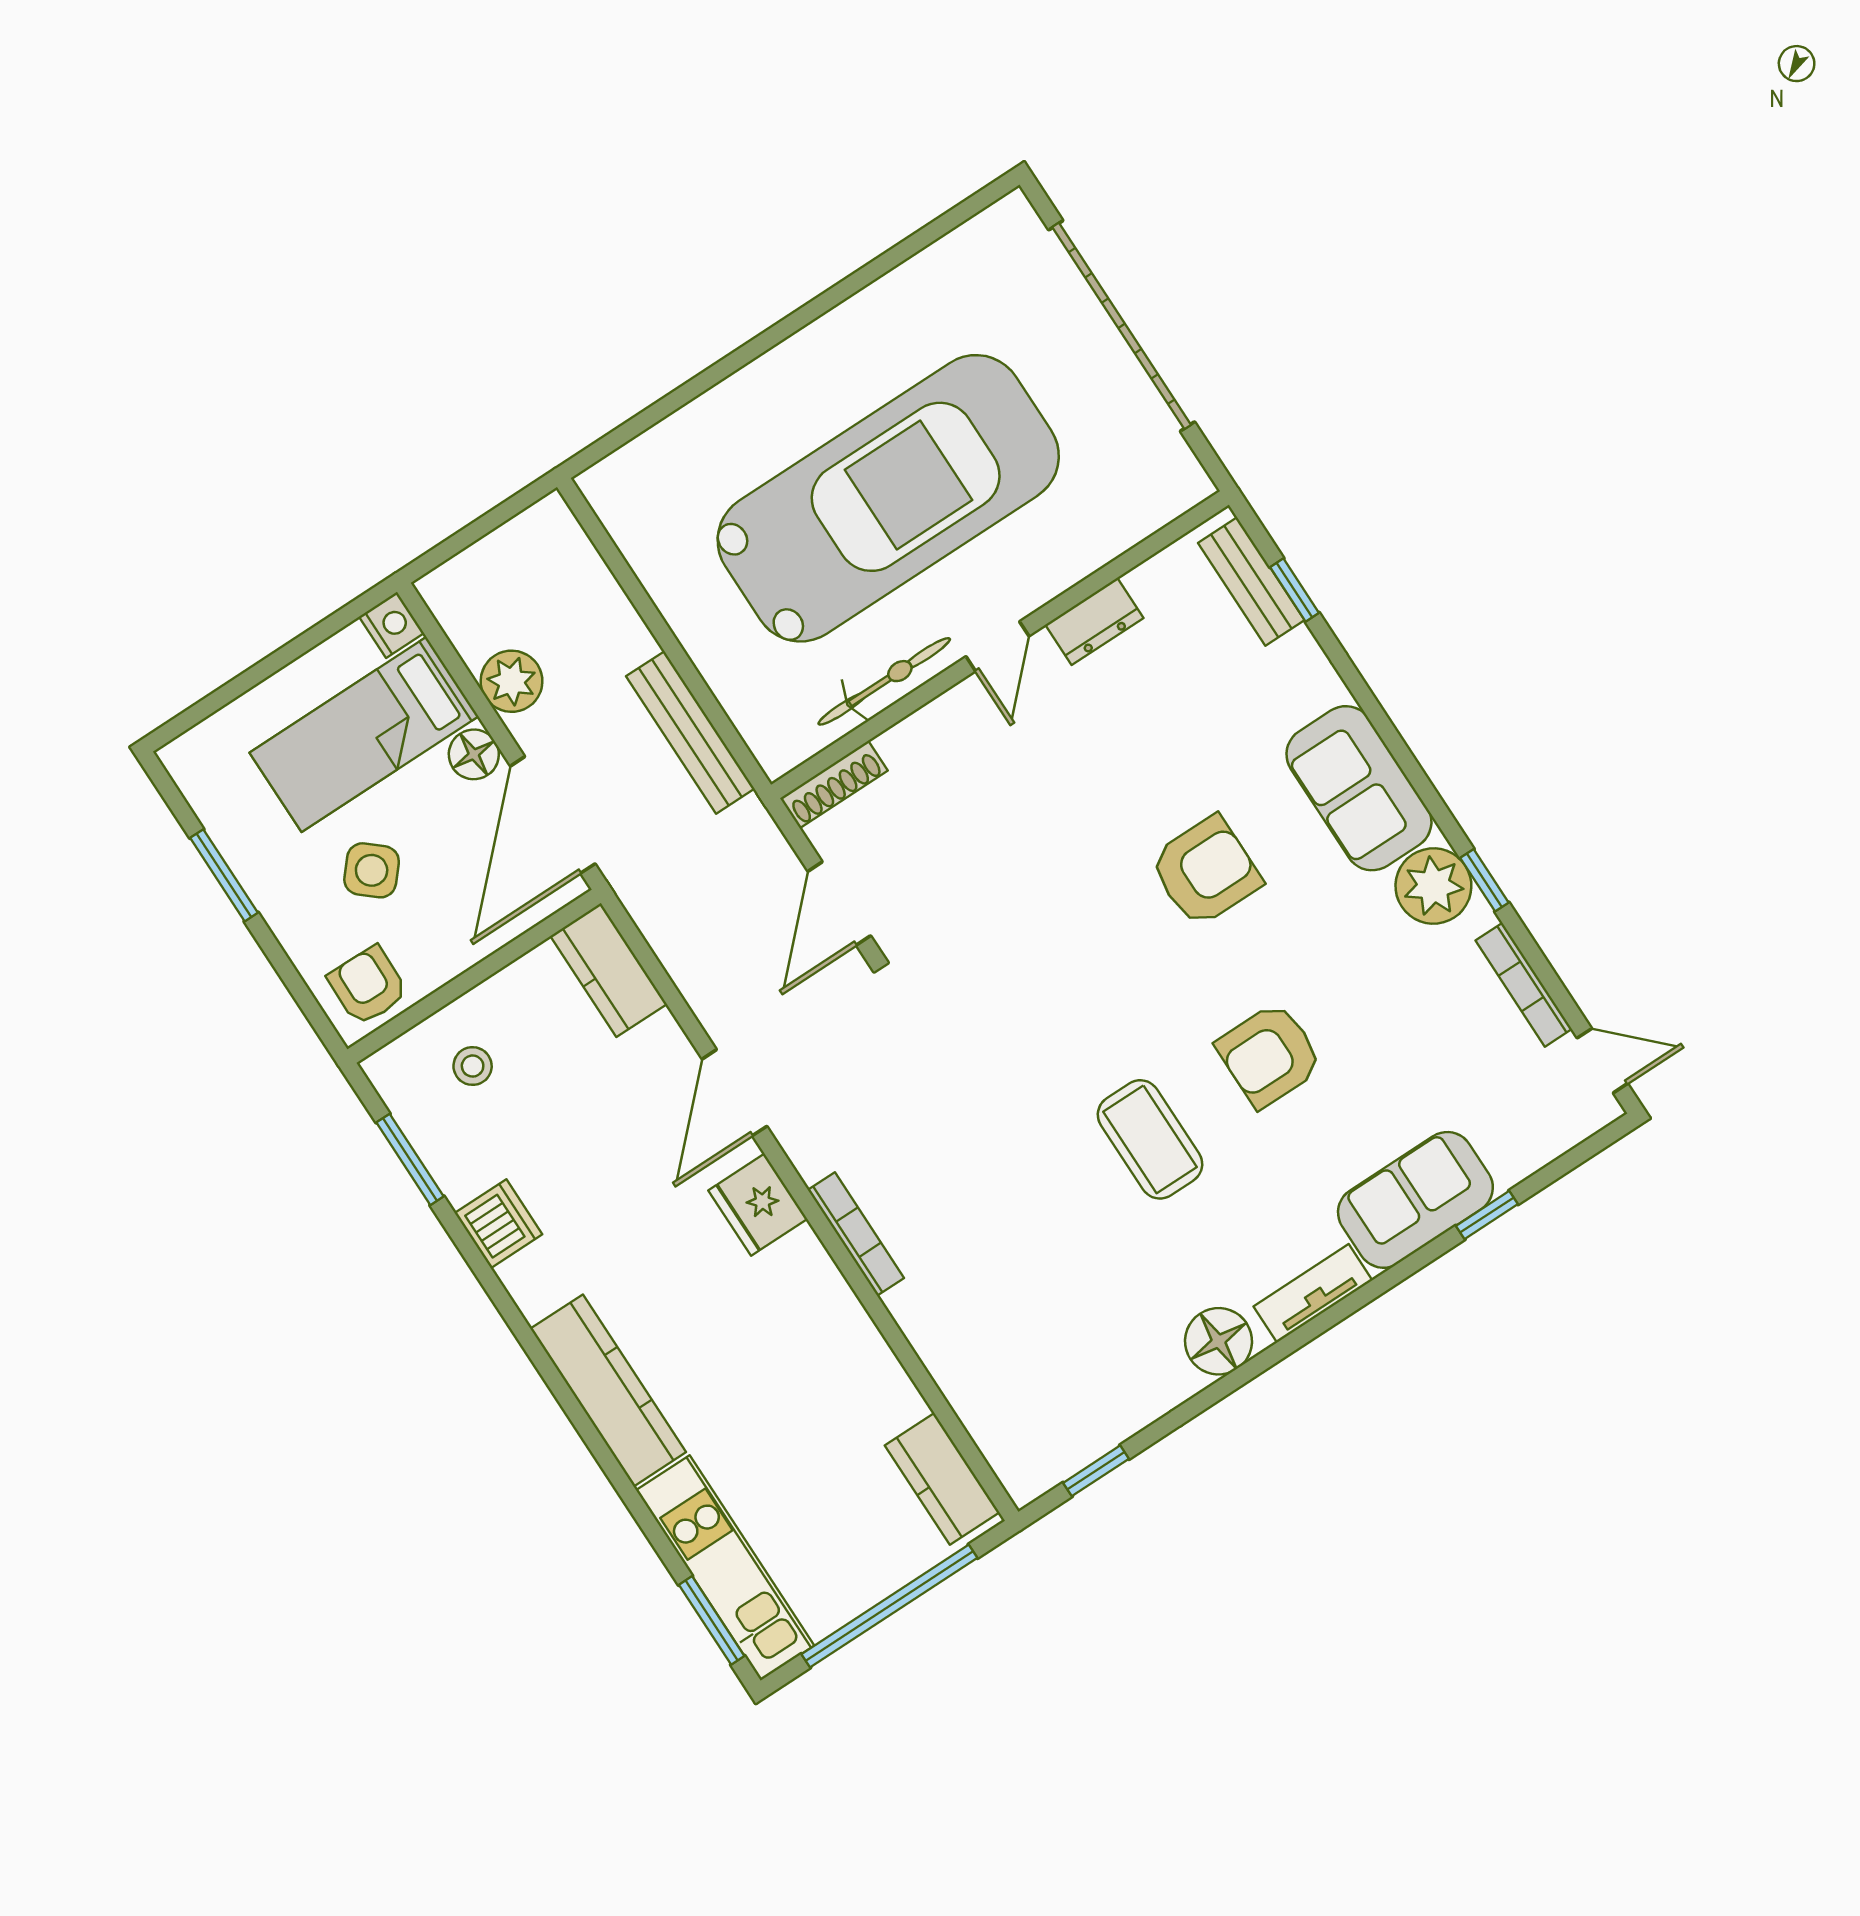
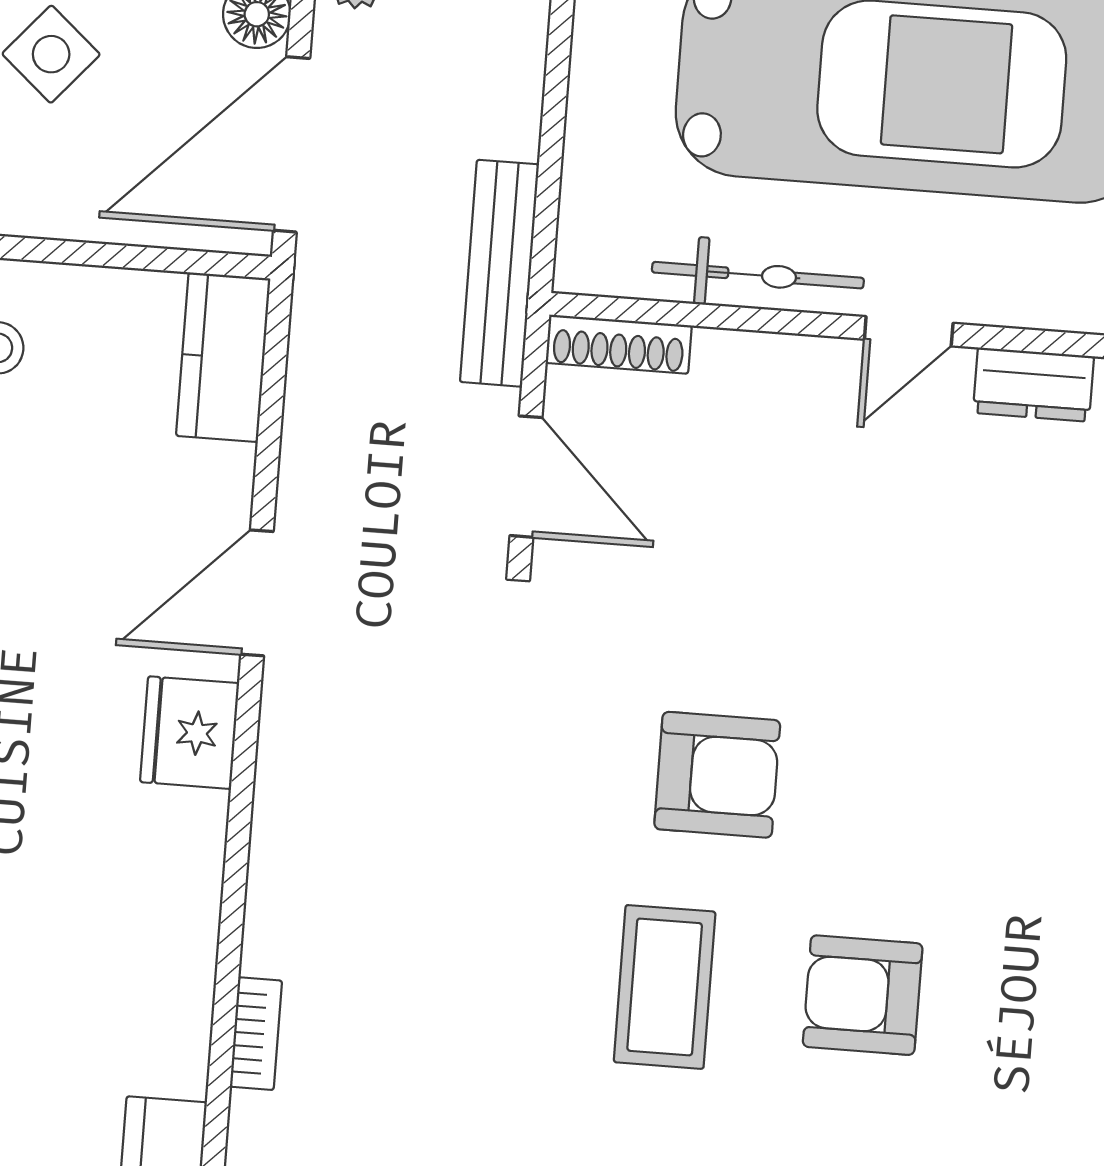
bench: (690, 732) -> (499, 273), moved
armchair: (1206, 871) -> (717, 775), moved
door: (839, 904) -> (526, 477), swing flipped
bookcase: (856, 1234) -> (256, 1034), moved, width x0.64

